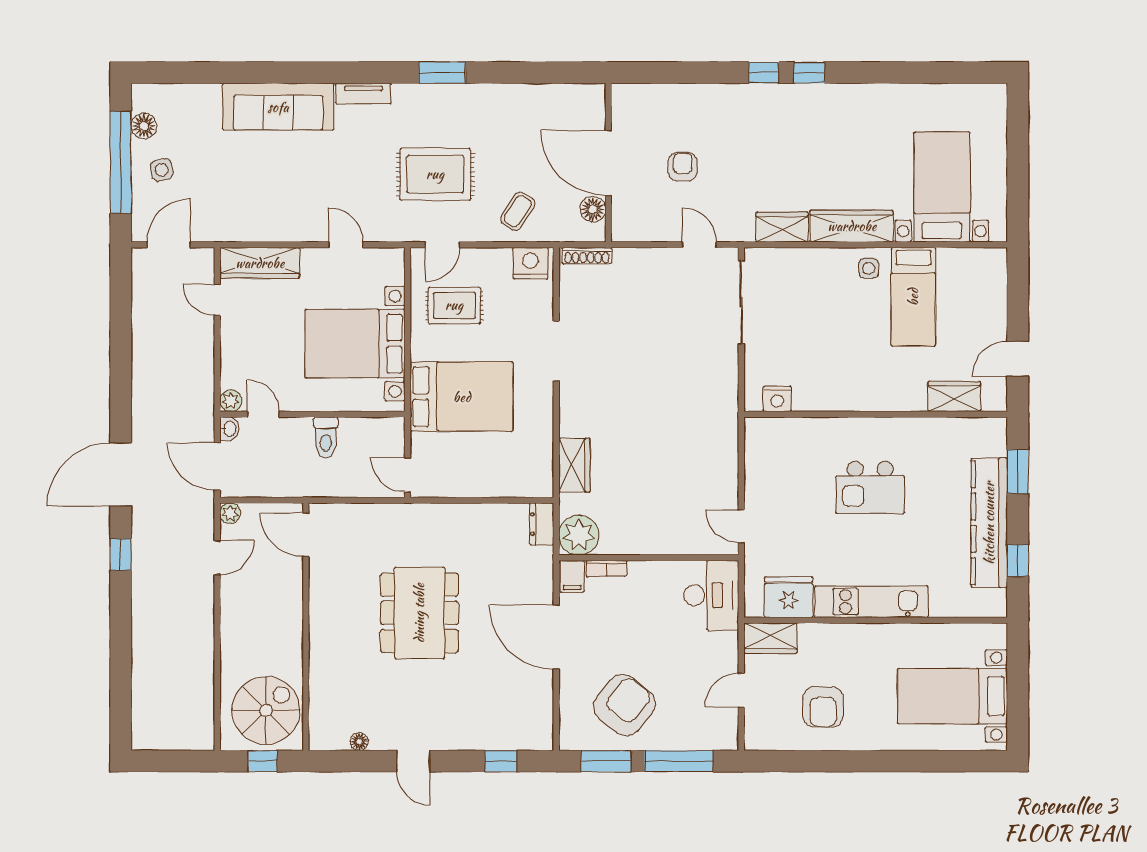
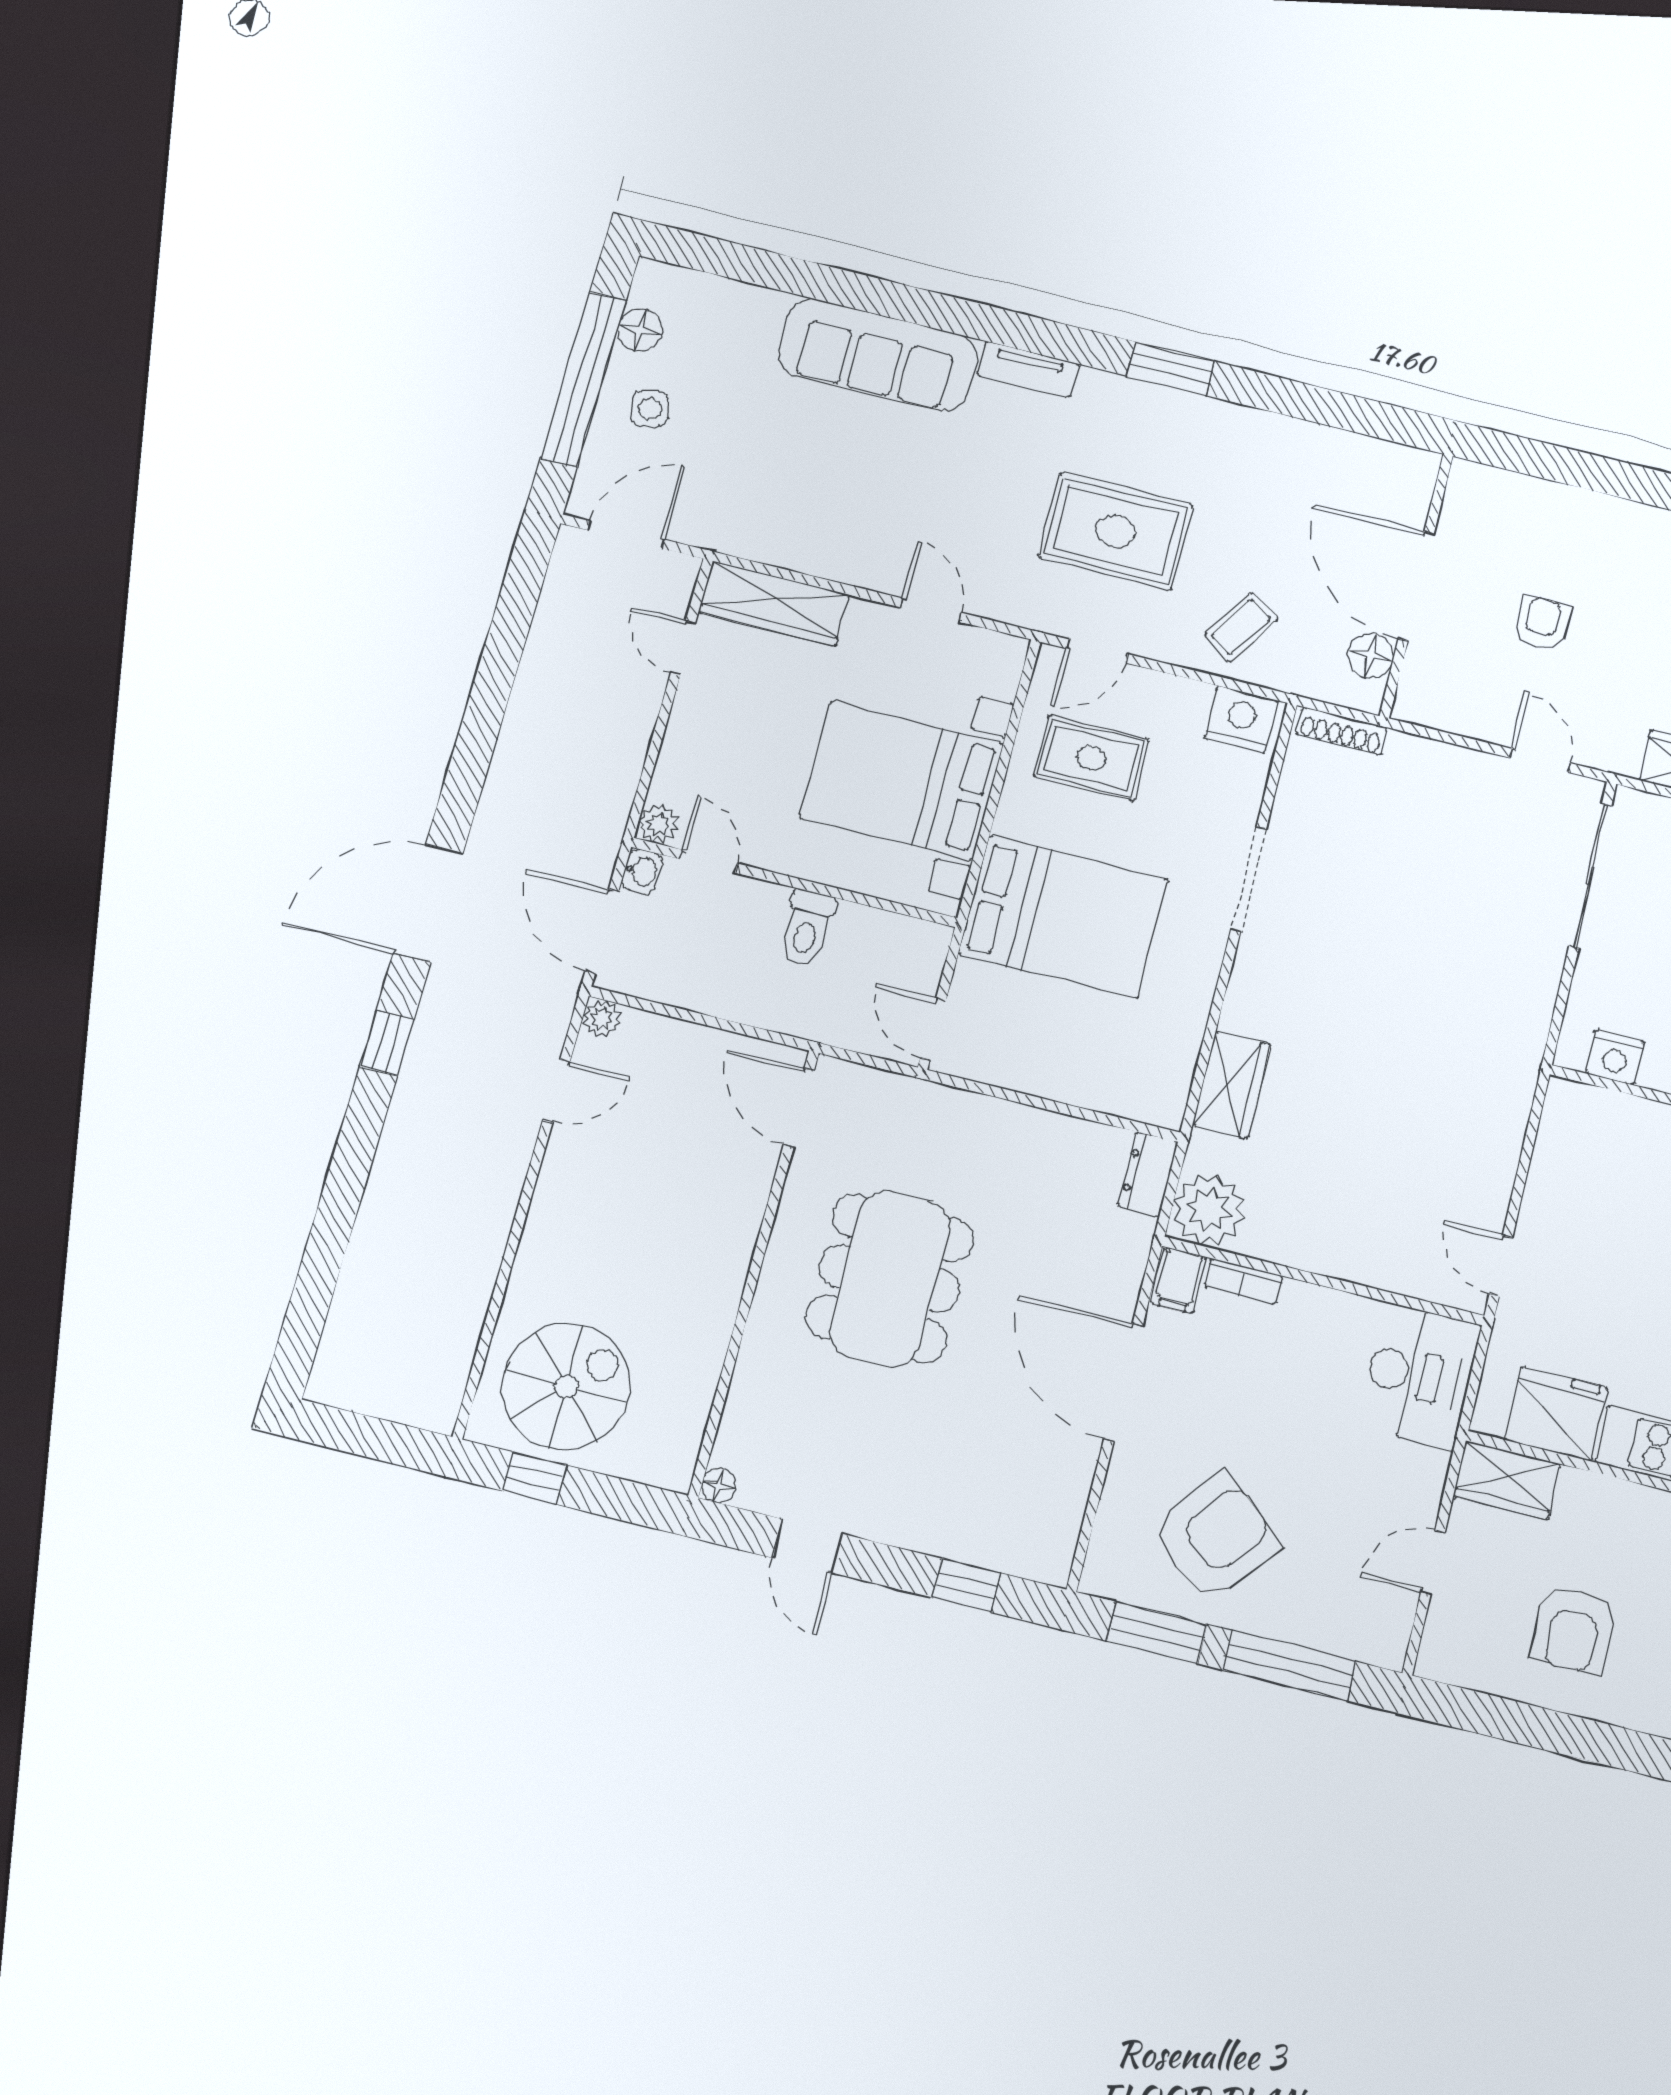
door: (306, 535) -> (799, 1107), moved
wall: (306, 627) -> (754, 1272), moved

